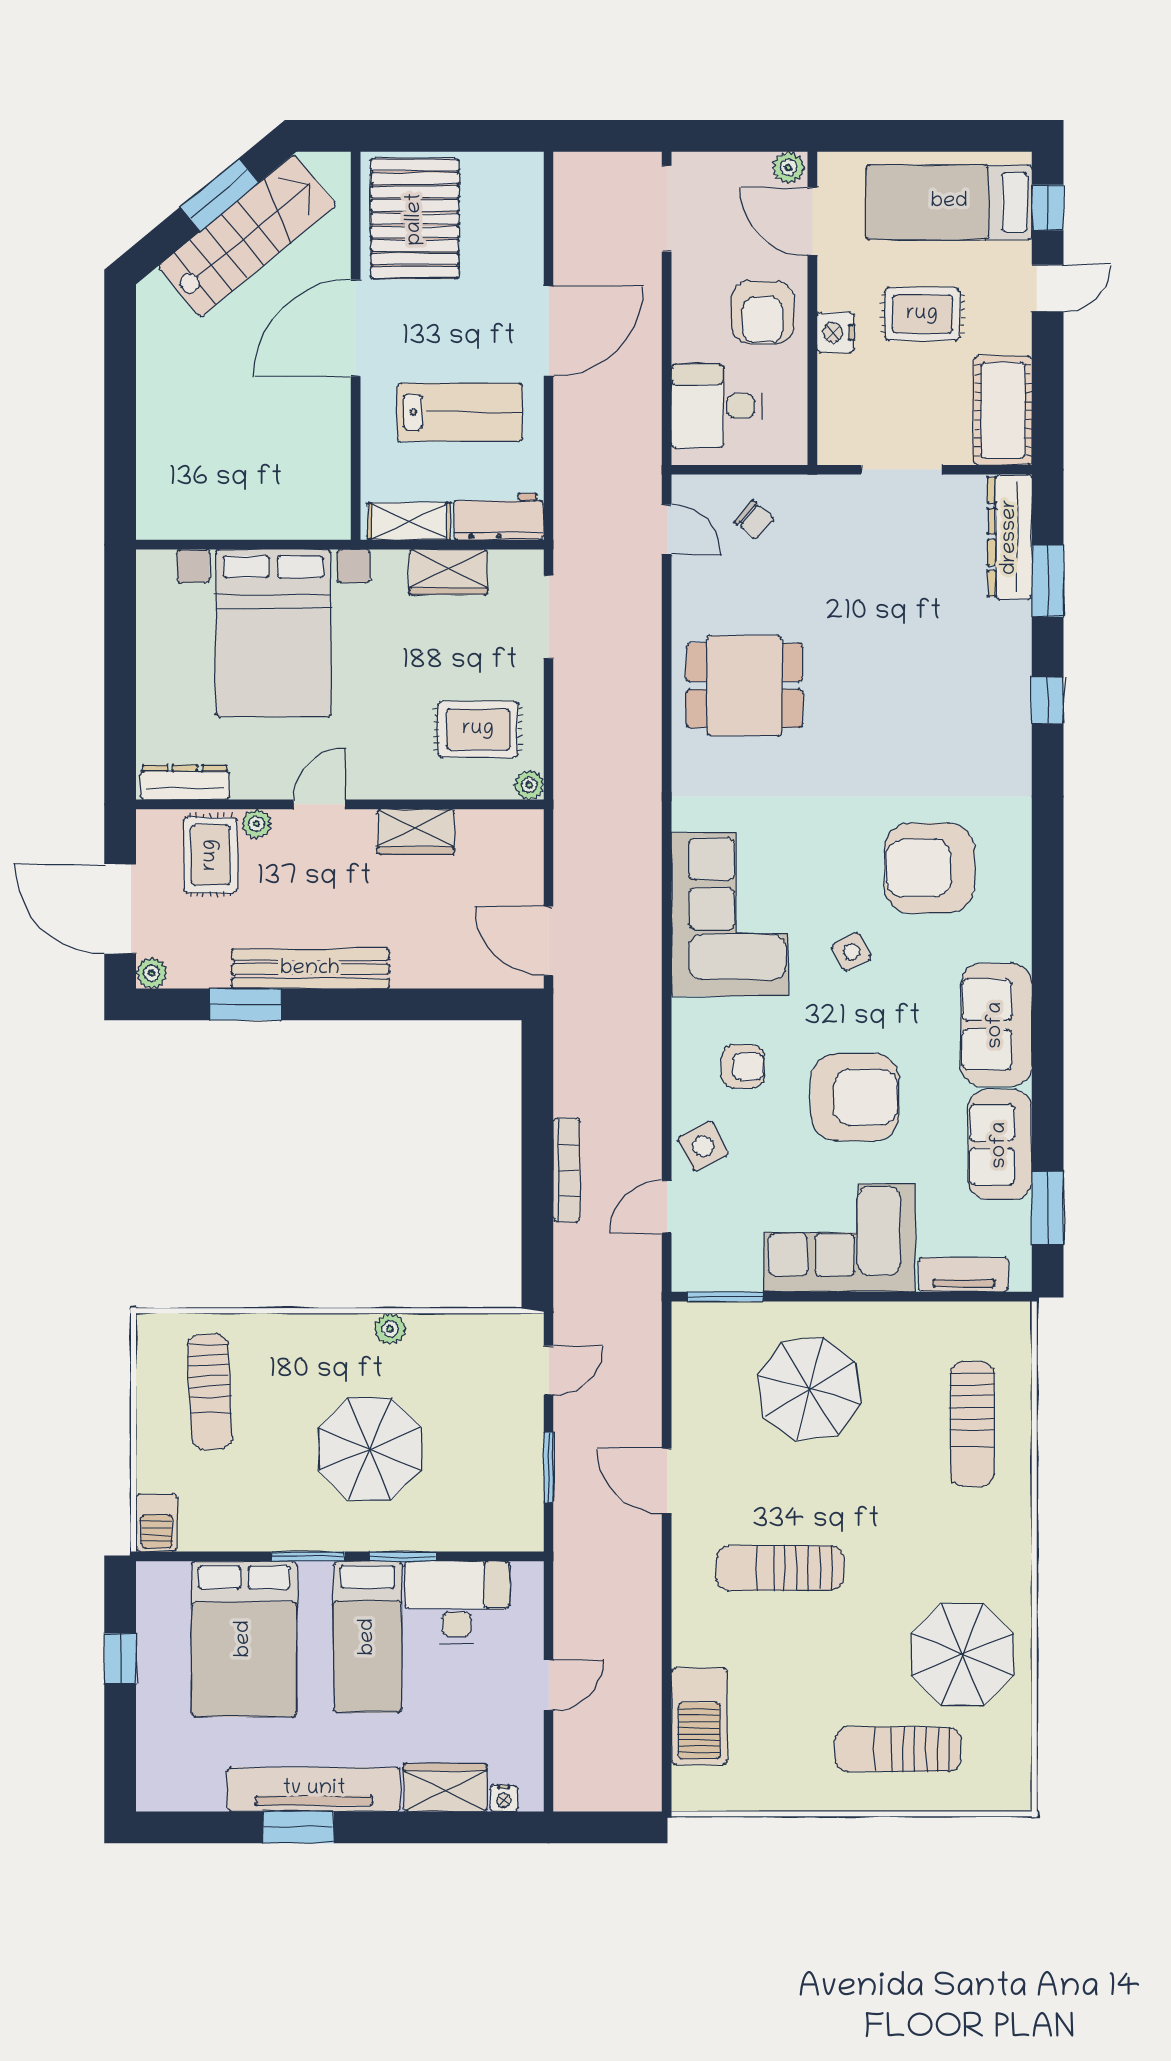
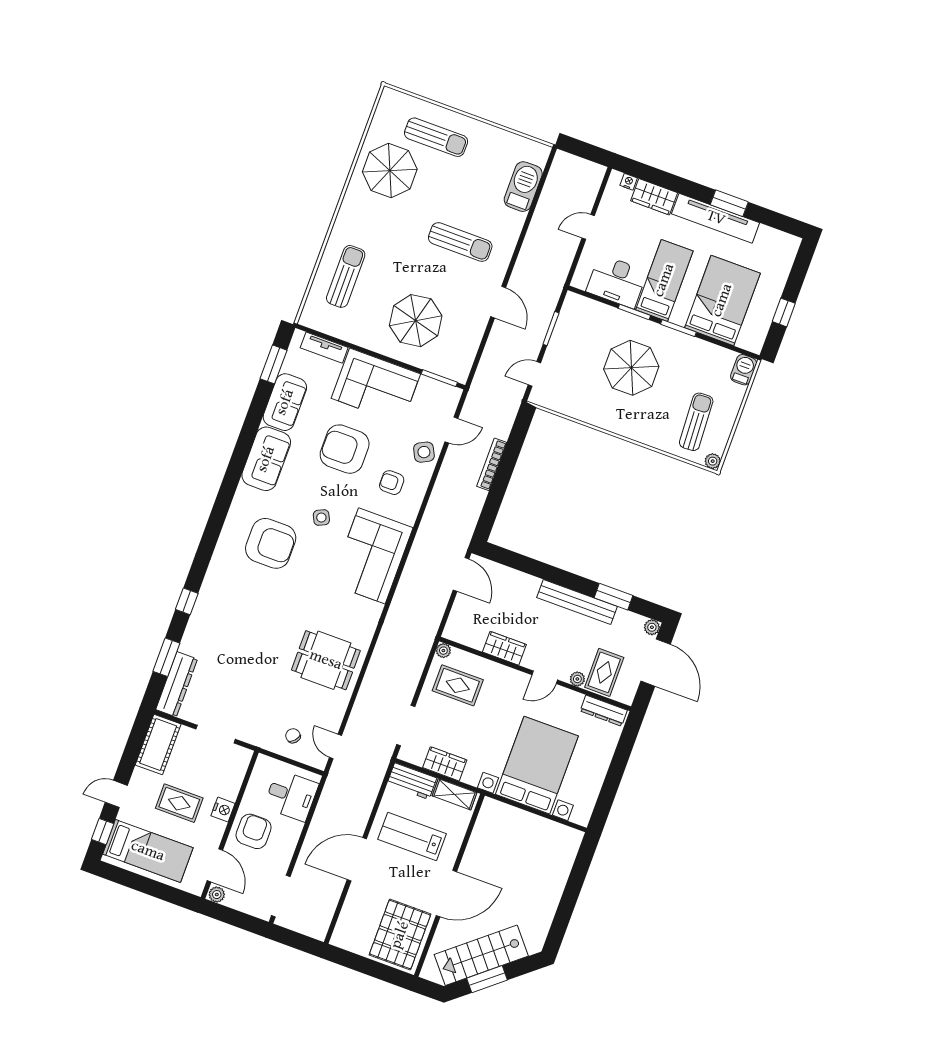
plant: (390, 1329) -> (713, 461), moved

